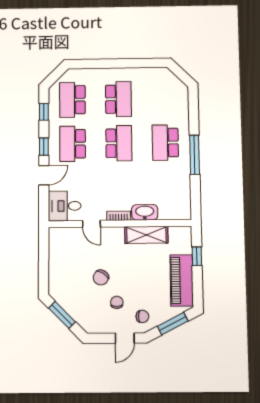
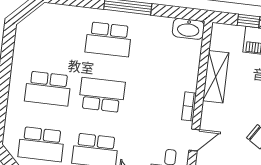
school desk: (118, 99) -> (48, 88), turned 180
washbasin: (145, 212) -> (188, 29), moved, turned -90

